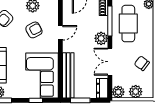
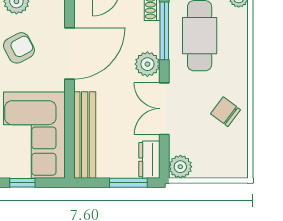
door: (60, 33) -> (70, 53), width x1.87
plant: (136, 92) -> (214, 166), removed
window: (80, 100) -> (128, 183), moved

